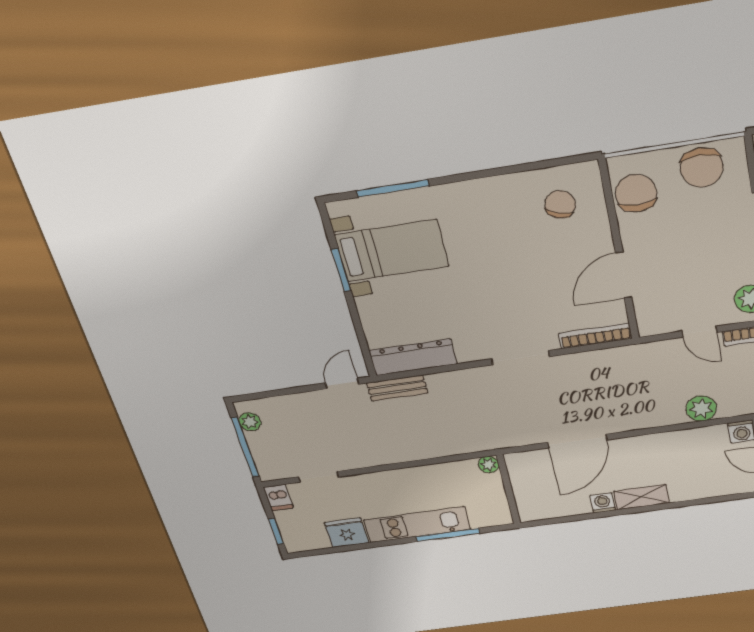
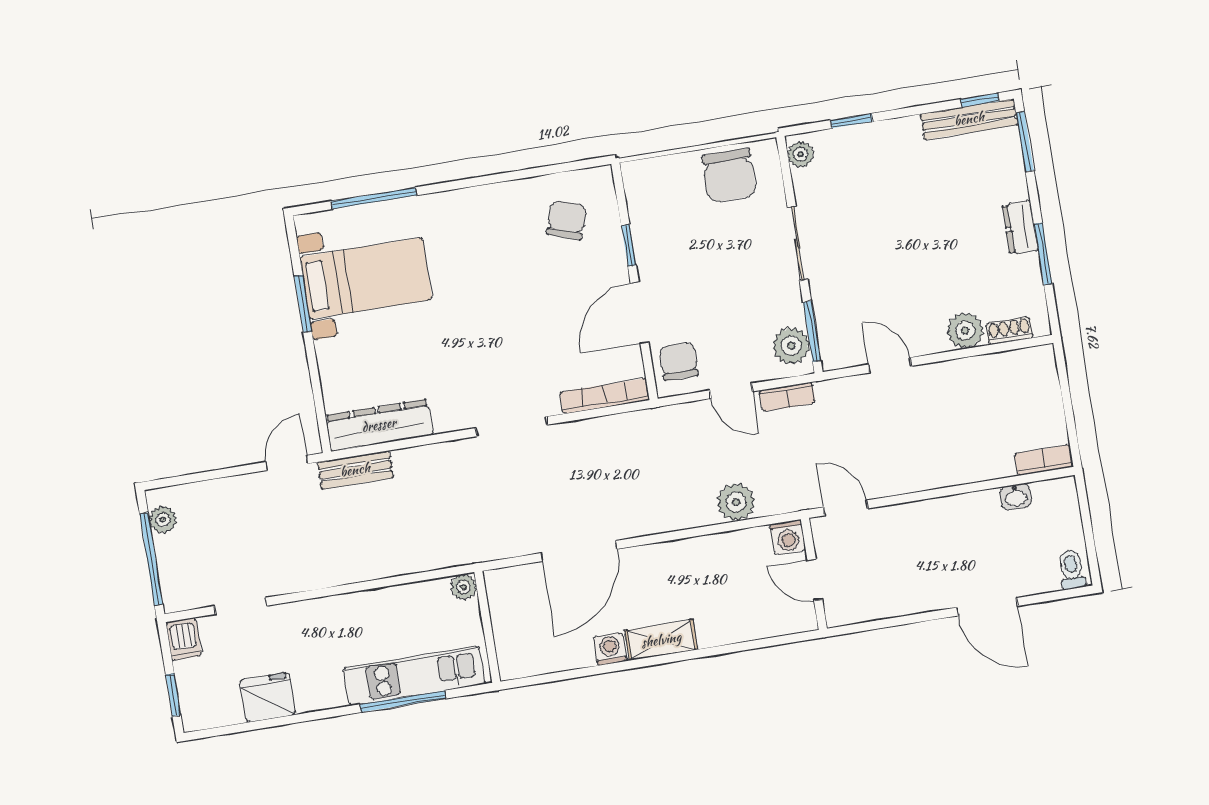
chair: (636, 193) -> (679, 361), moved, width x0.73, depth x0.73
window: (614, 224) -> (629, 245), added
kitchen unit: (417, 525) -> (414, 676), moved

